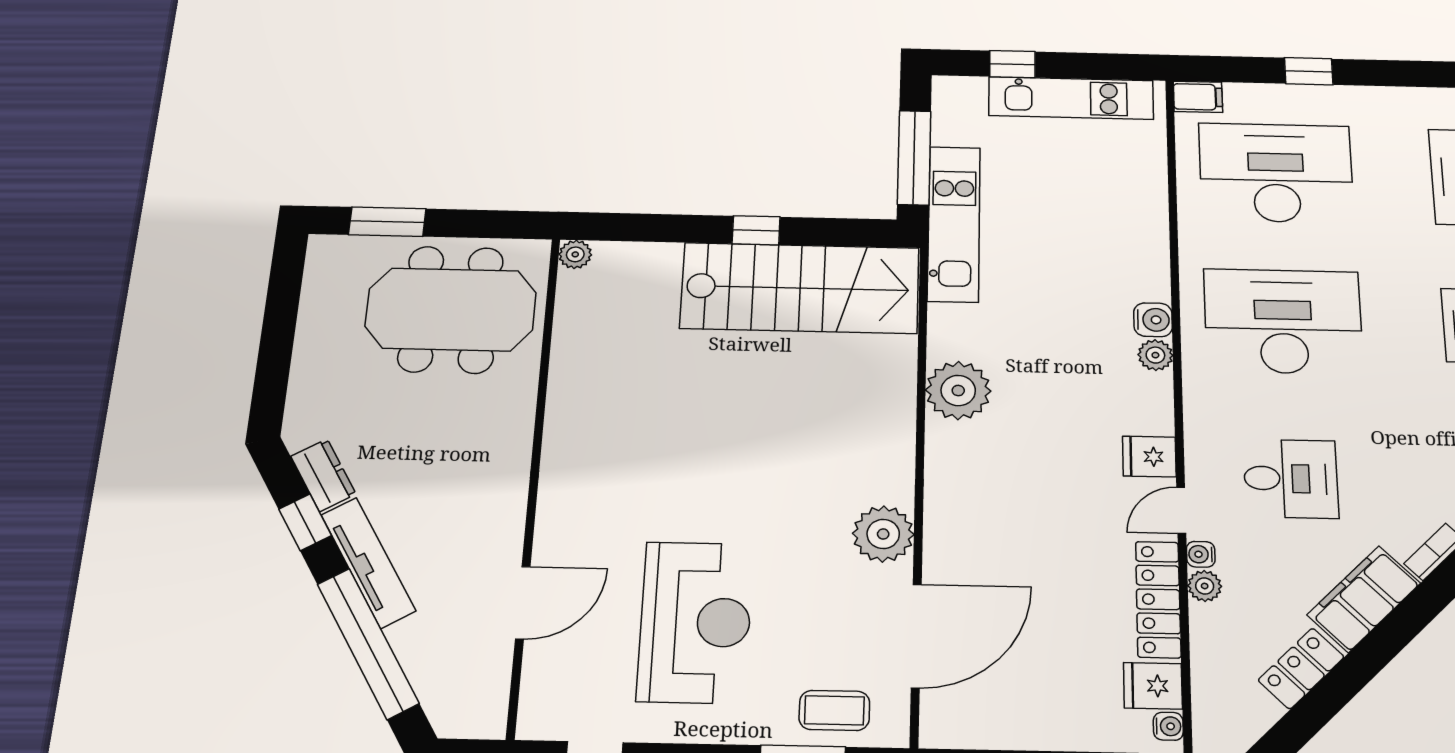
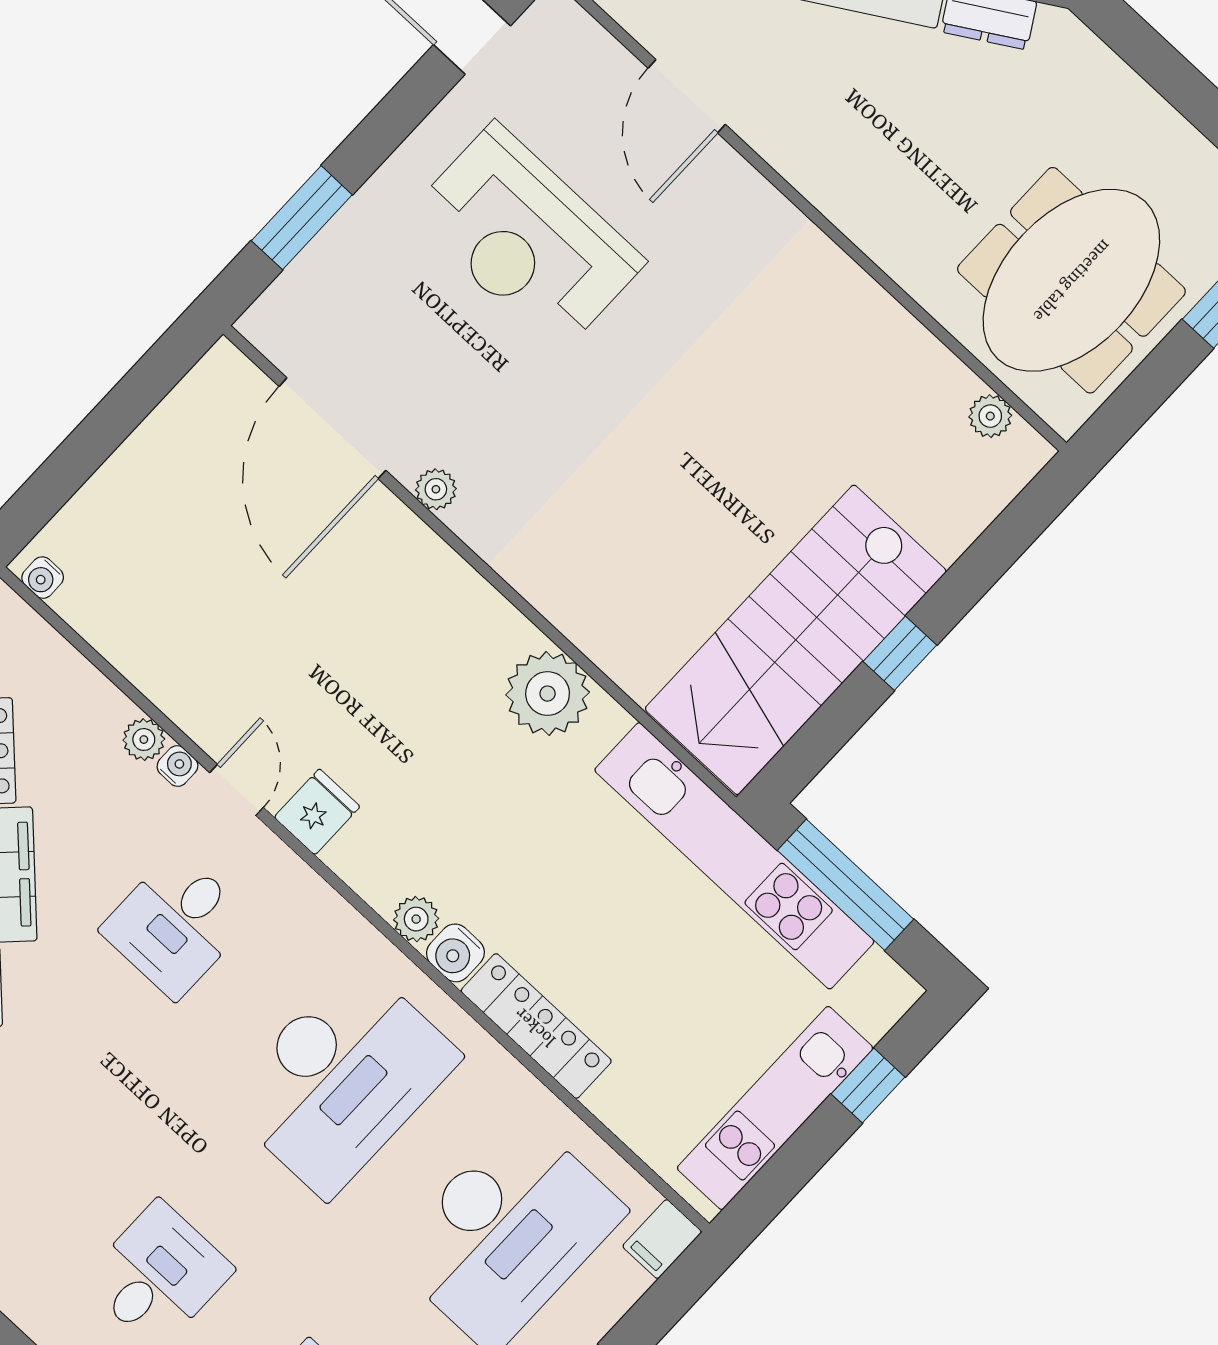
kitchen unit: (954, 224) -> (734, 856), width x1.36
plant: (575, 254) -> (990, 416), moved
plant: (883, 534) -> (436, 489), width x0.53, depth x0.53
locker: (1158, 599) -> (536, 1026), moved
fridge: (1153, 686) -> (92, 600), removed
coffee table: (834, 710) -> (327, 290), removed

